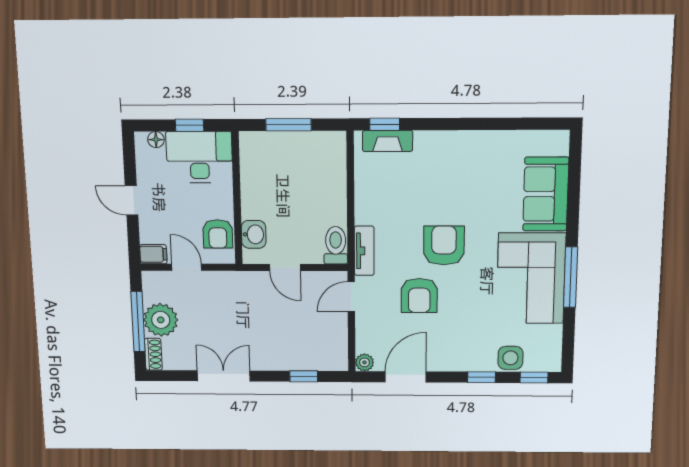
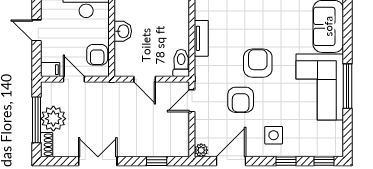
washbasin: (254, 234) -> (123, 31), moved
tv unit: (364, 251) -> (201, 38), moved
side table: (510, 358) -> (274, 135), moved

